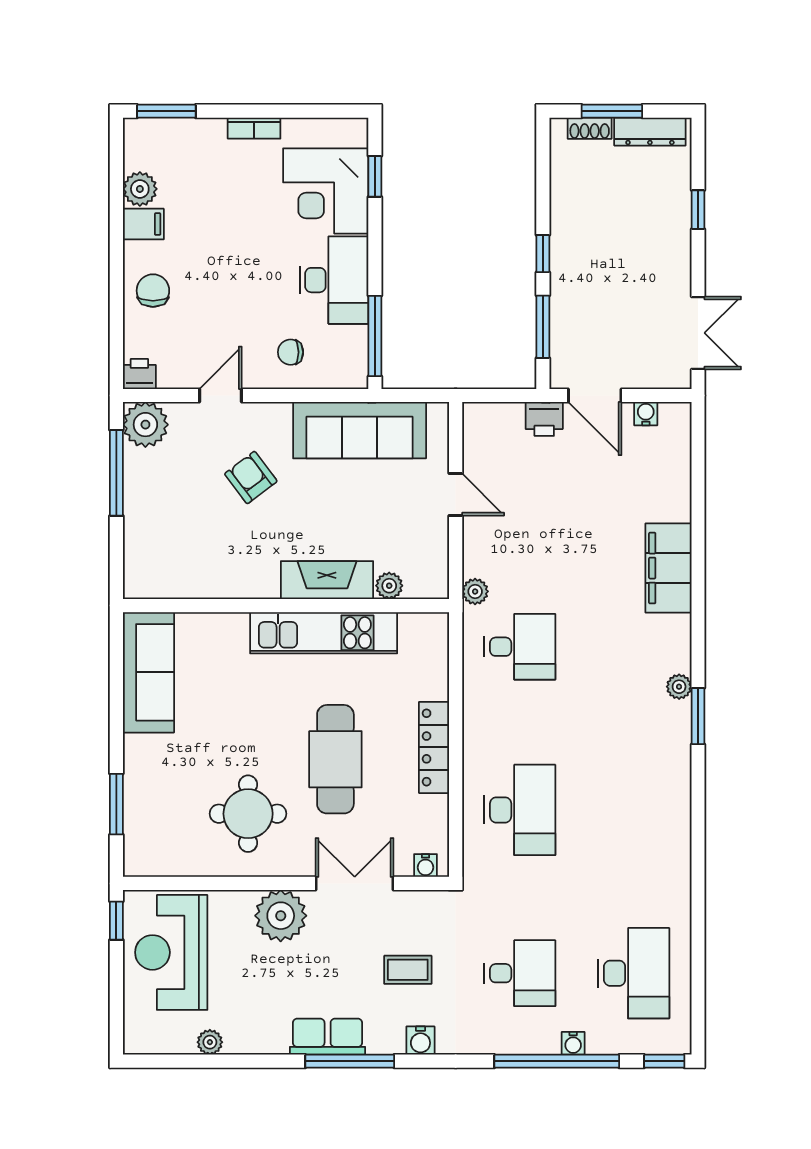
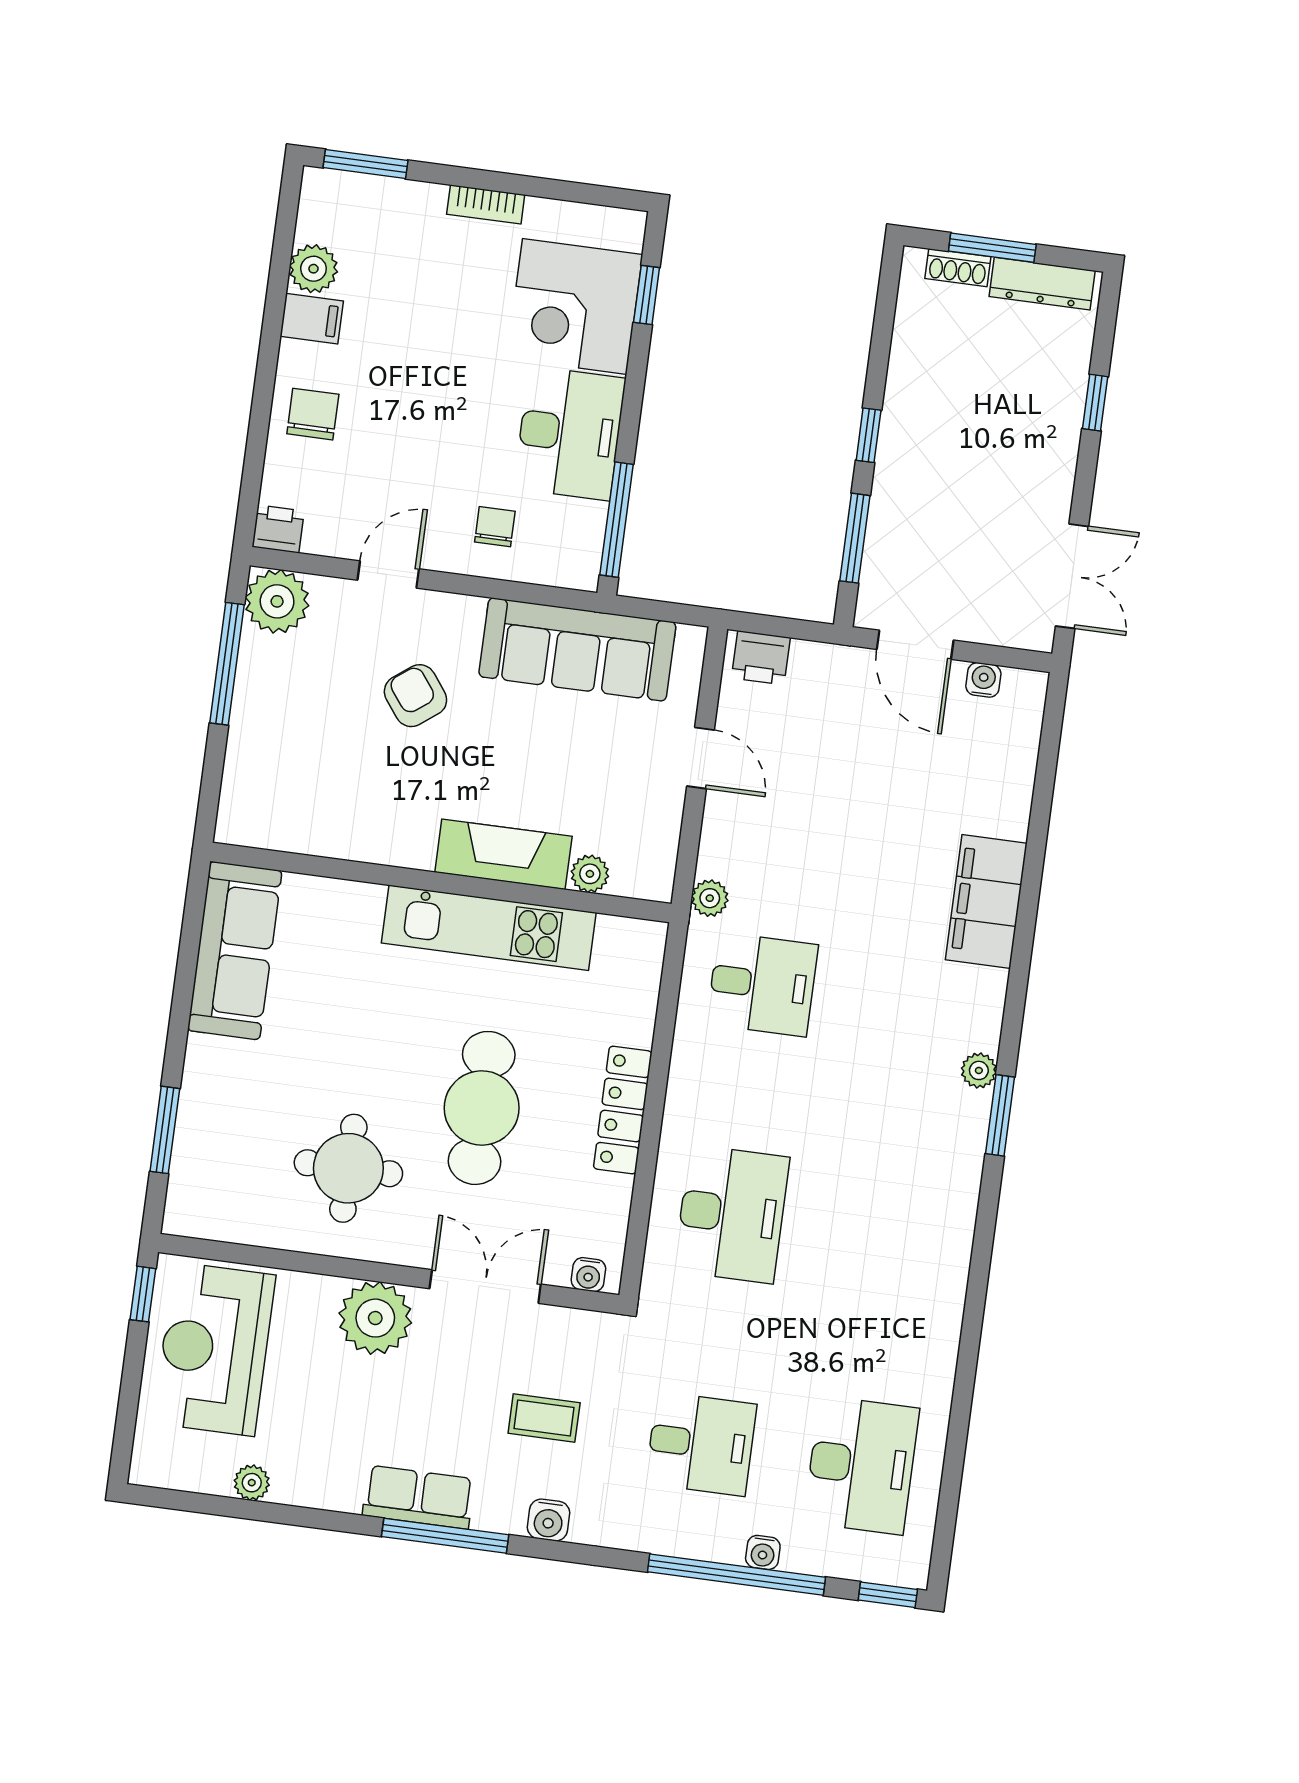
chair: (291, 352) -> (495, 527), turned 90
printer: (544, 419) -> (761, 658), moved

